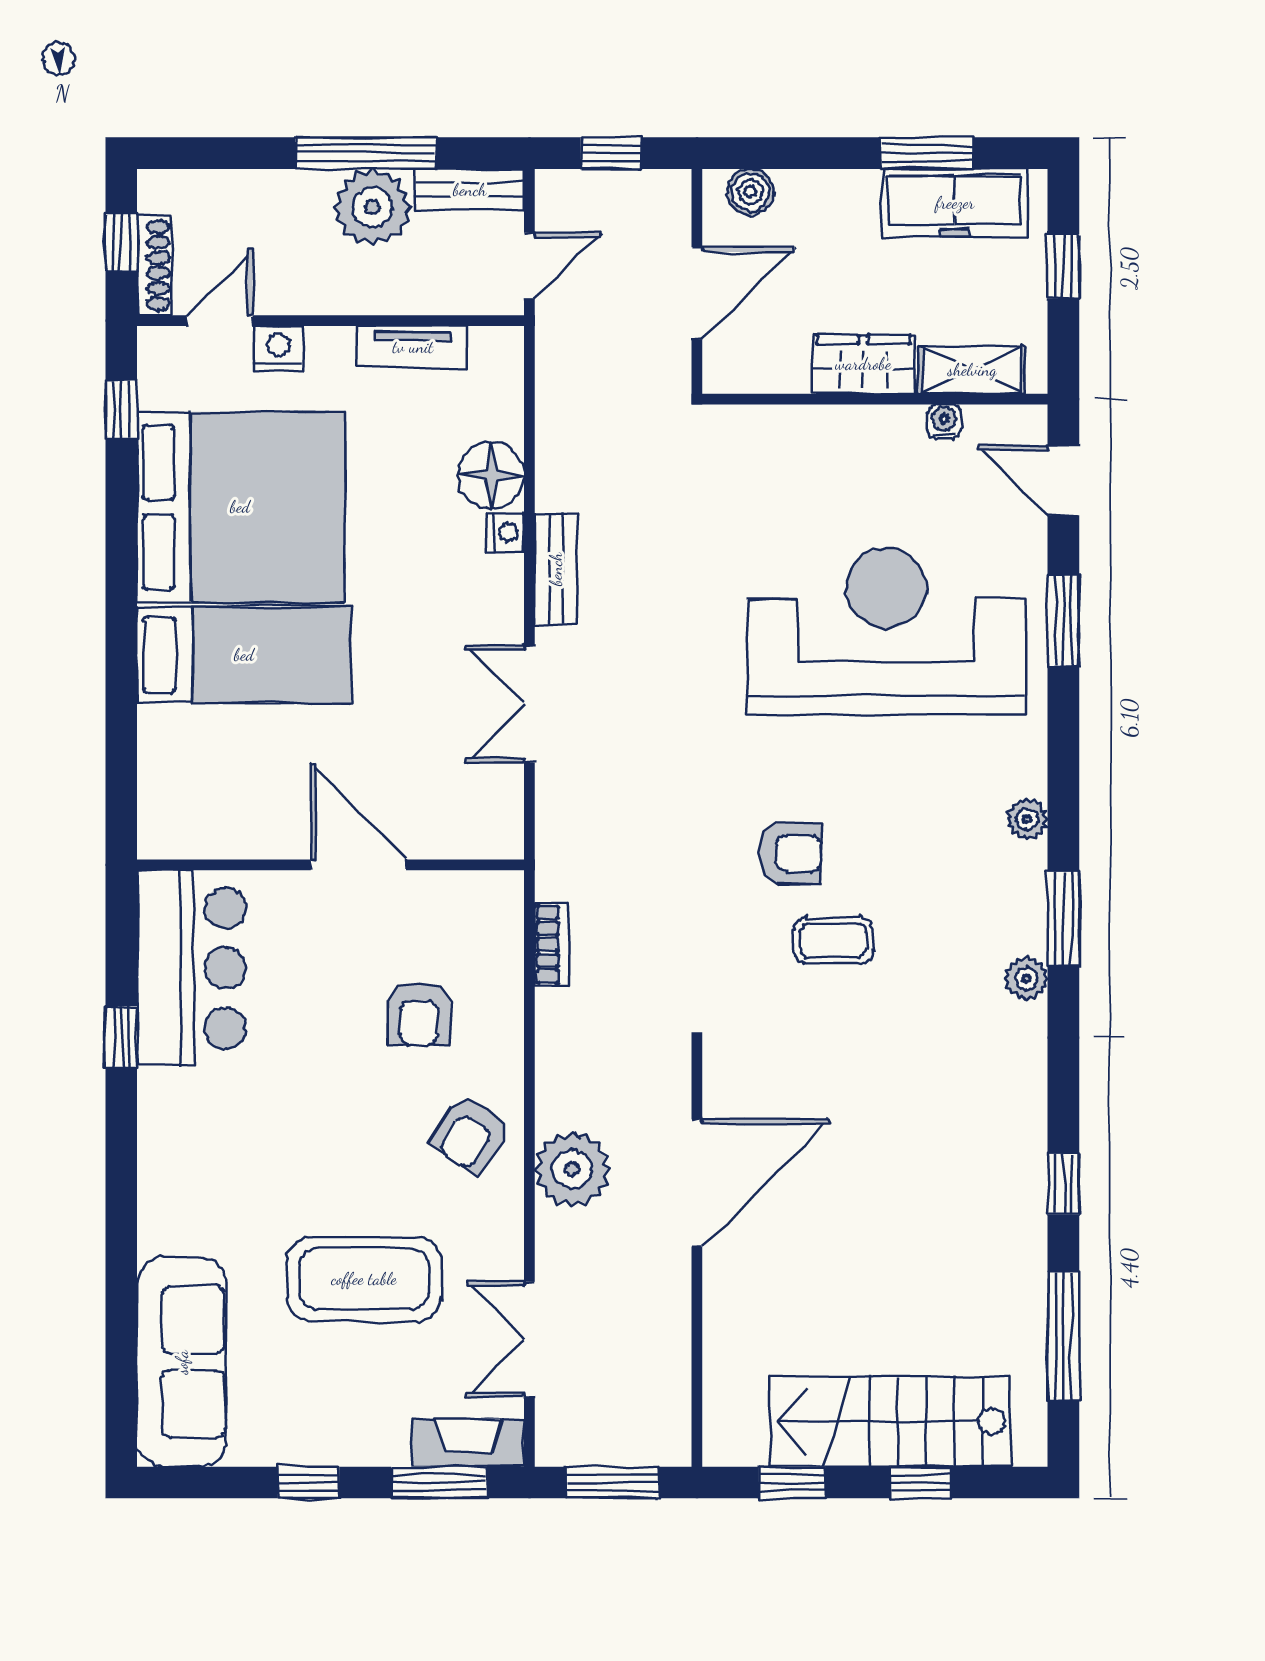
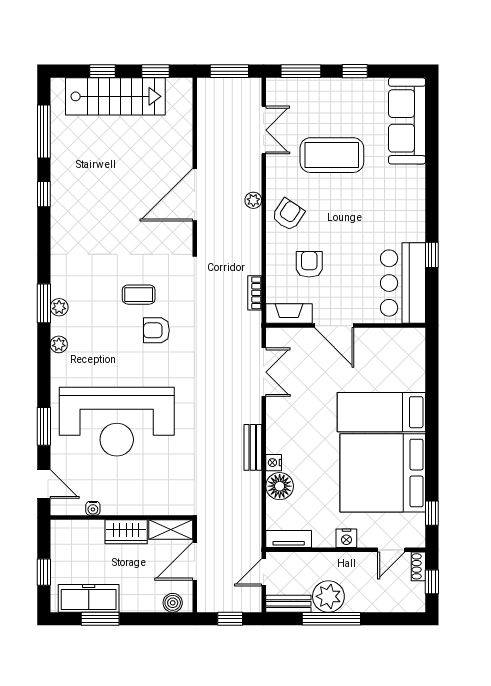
shoe rack: (154, 265) -> (418, 566), width x0.70
tv unit: (413, 347) -> (289, 539), moved
nightstand: (278, 349) -> (346, 538), moved
shelving: (972, 370) -> (171, 529), moved
double door: (529, 704) -> (264, 372), moved
plant: (1026, 979) -> (59, 307), moved
plant: (572, 1169) -> (253, 200), width x0.53, depth x0.53
fireplace: (468, 1443) -> (289, 314), moved, turned 180

